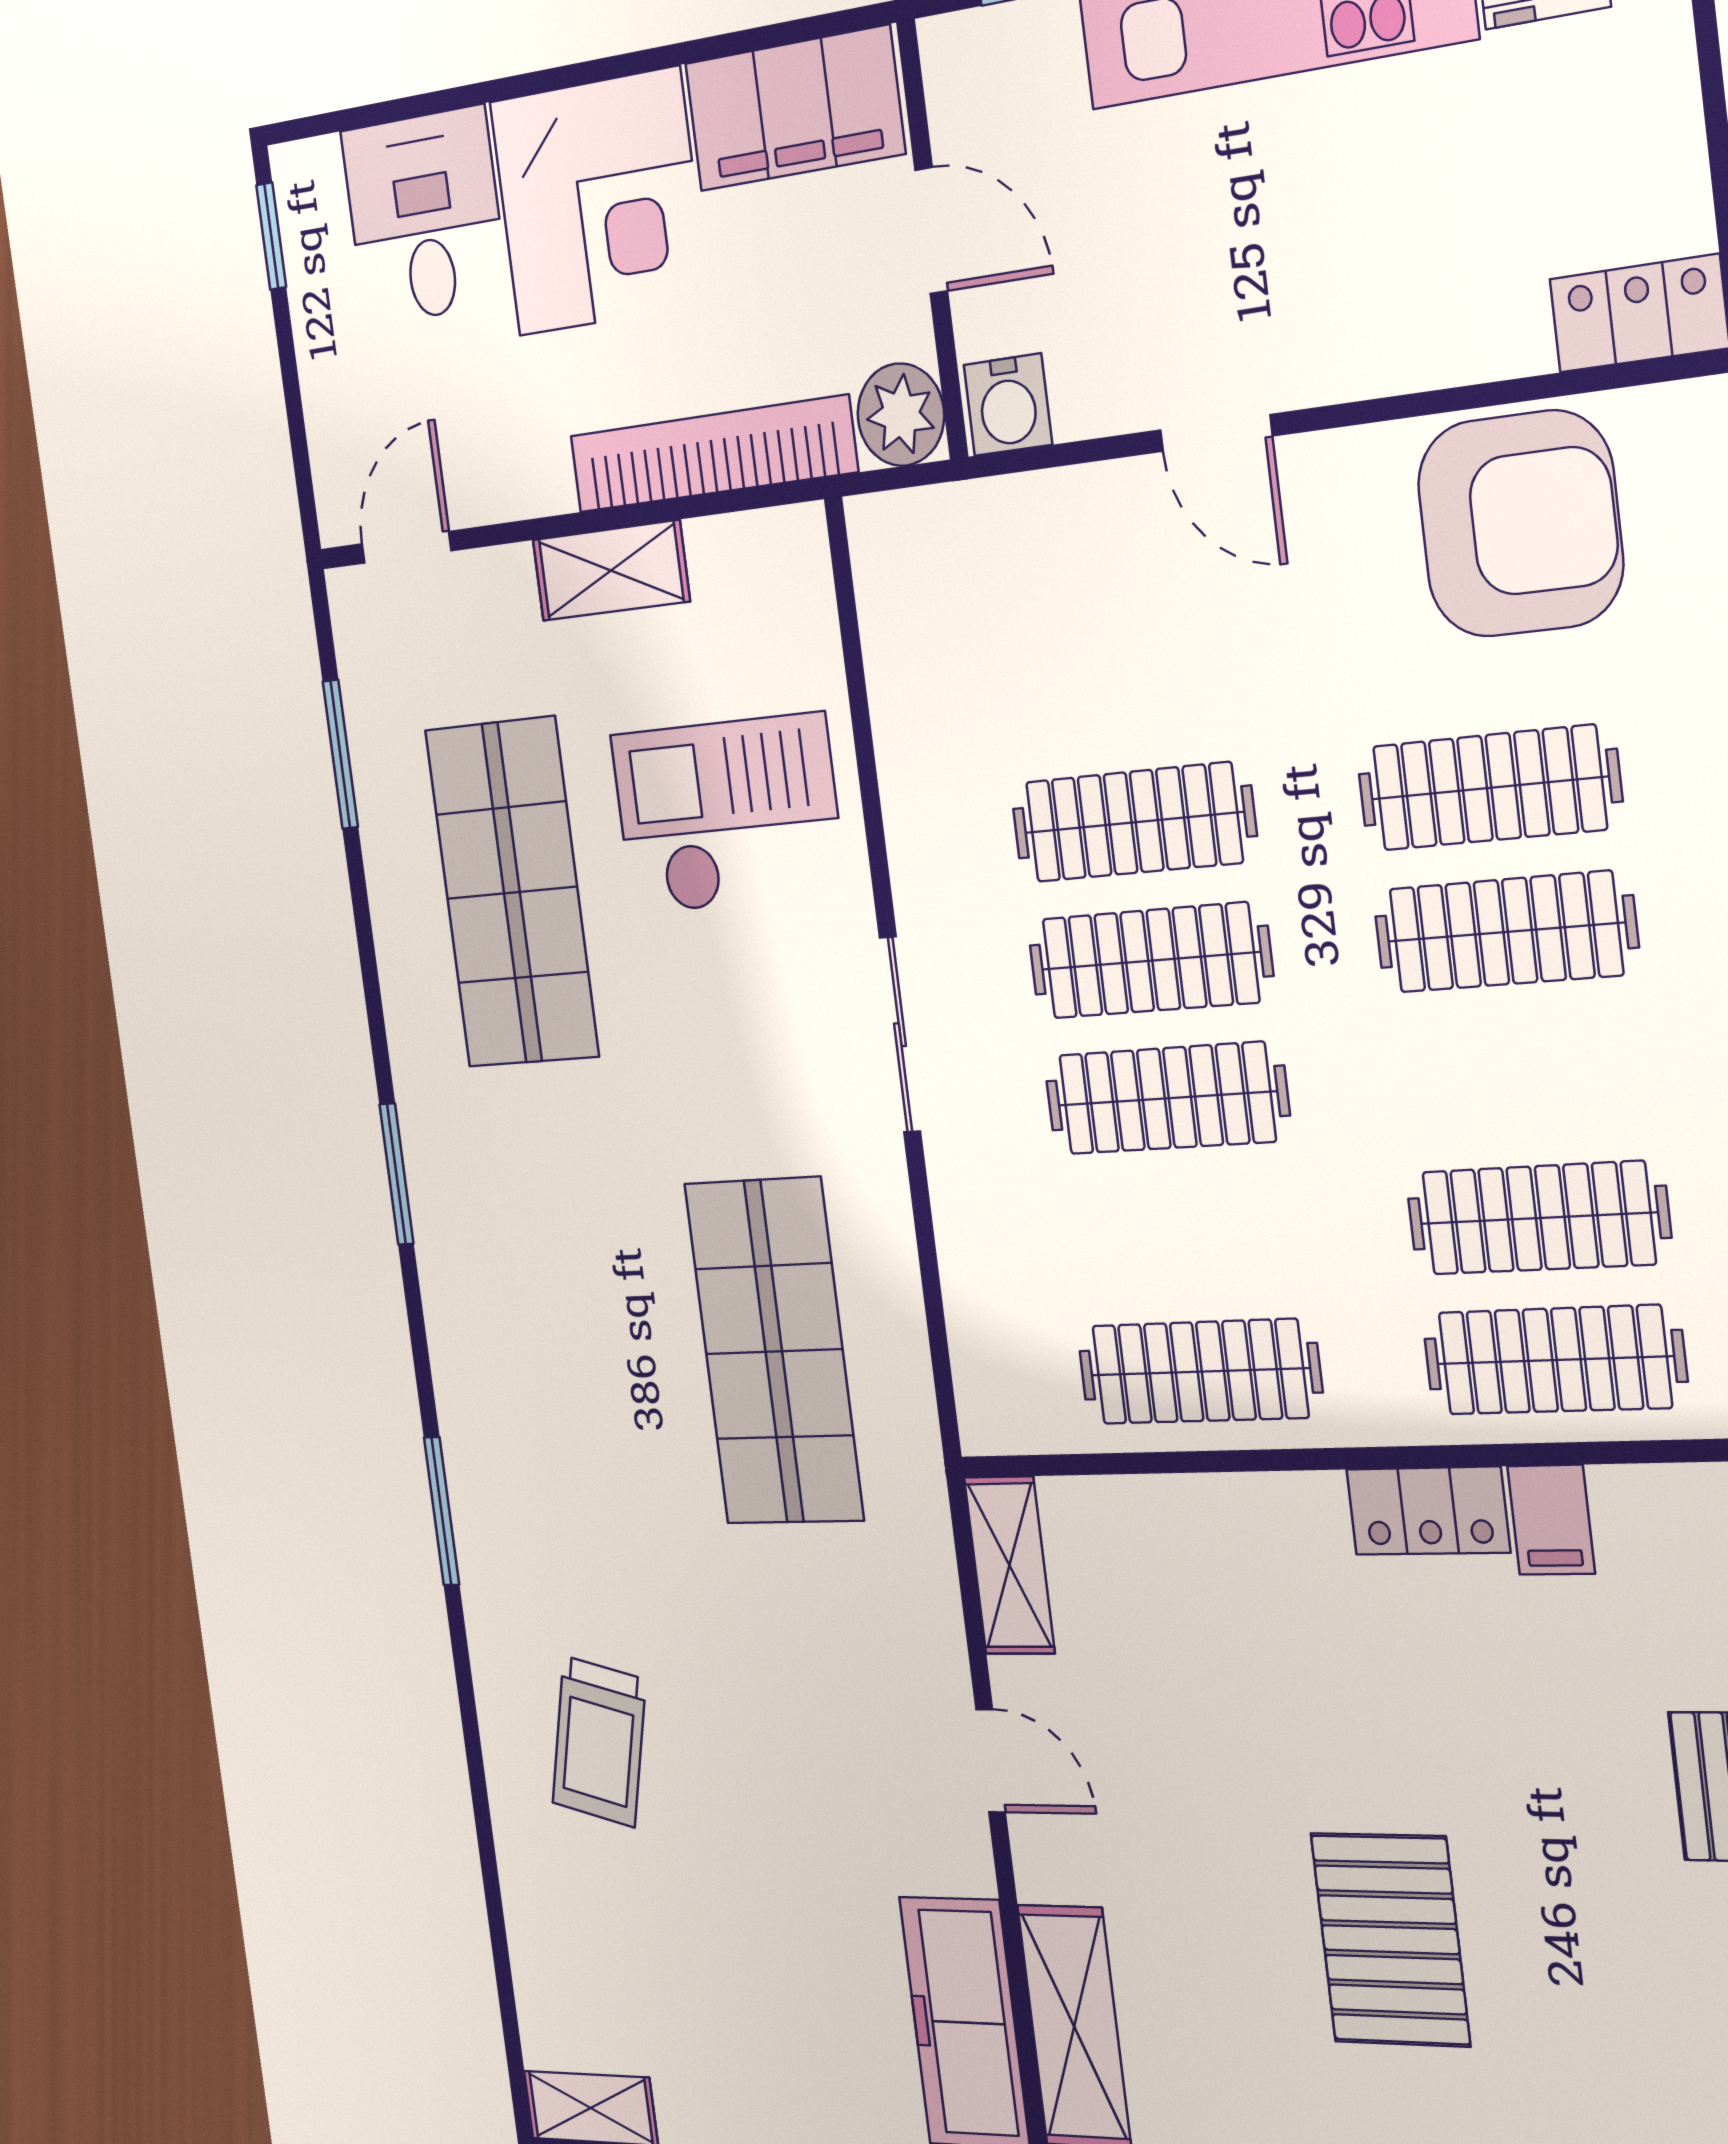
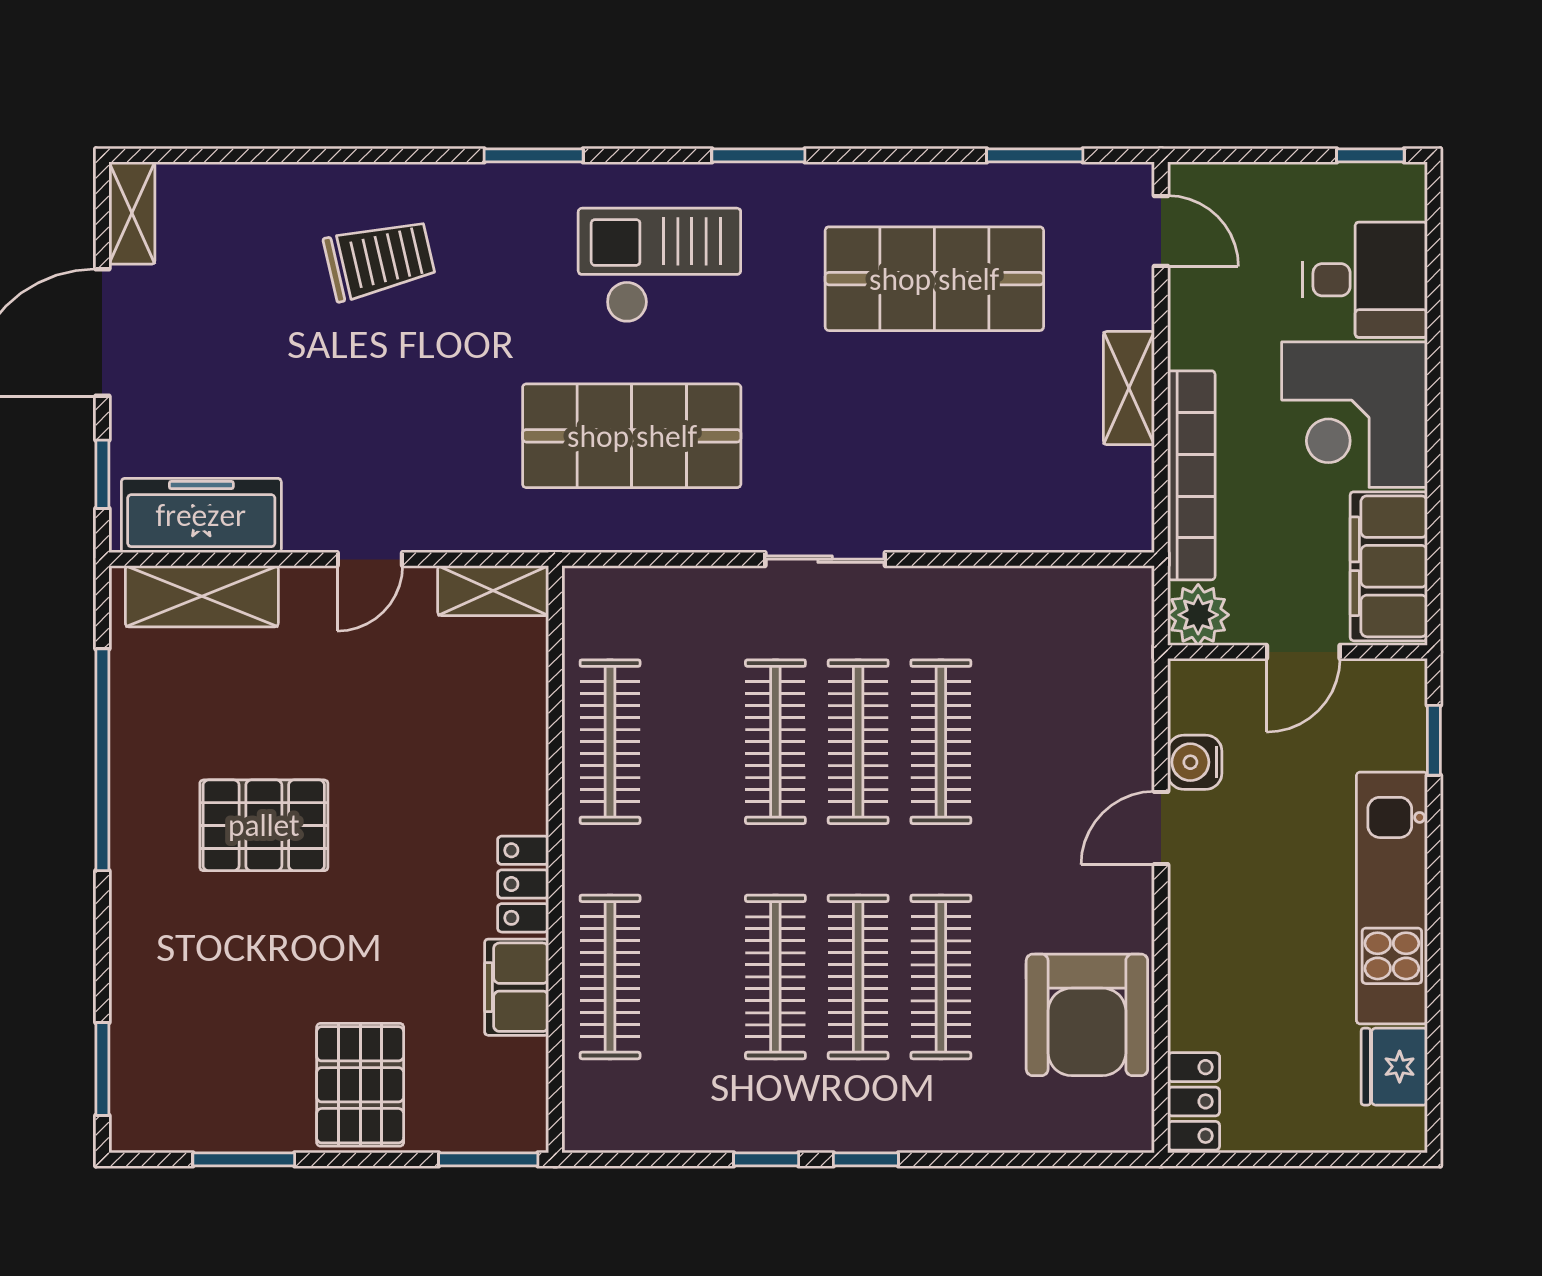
water cooler: (1008, 405) -> (1195, 762), moved
checkout: (728, 815) -> (659, 265), moved, turned -90
clothes rail: (1538, 1218) -> (775, 977), moved
filing cabinet: (1551, 1520) -> (517, 987), width x2.00
trolley: (599, 1741) -> (379, 259), turned 153

